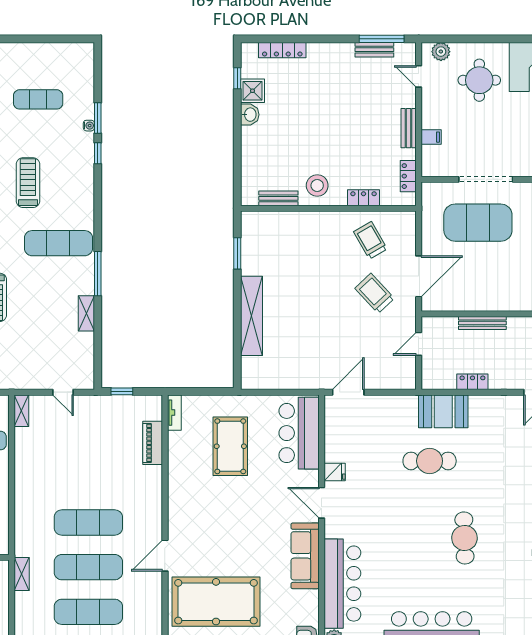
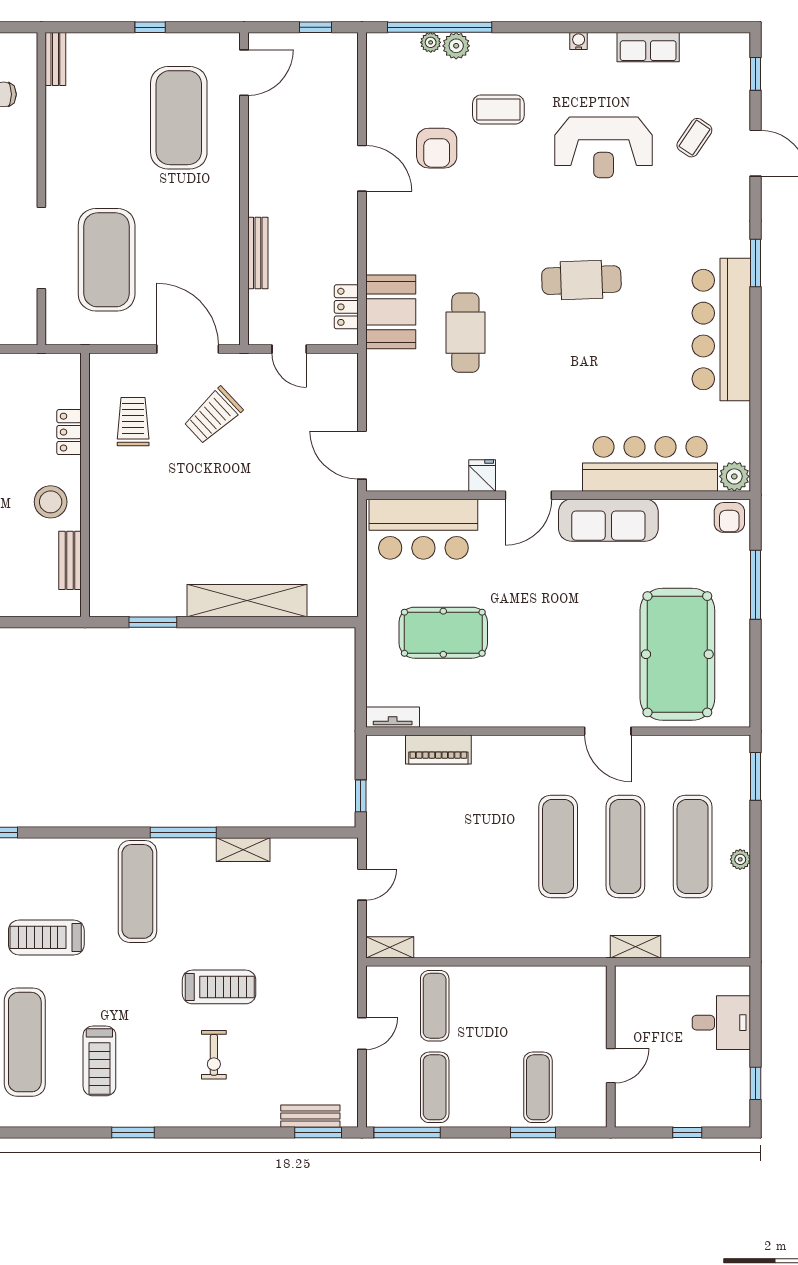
locker: (408, 176) -> (36, 365), removed
trolley: (370, 240) -> (133, 422), turned 120
locker: (472, 382) -> (346, 307), moved

